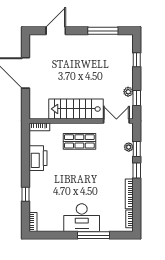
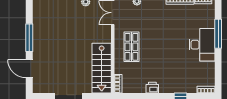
window: (103, 31) -> (29, 38), moved
stairs: (76, 109) -> (102, 68), moved
printer: (38, 158) -> (152, 88), width x0.53, depth x0.68

